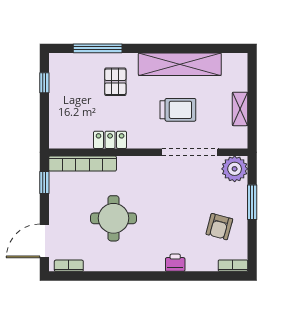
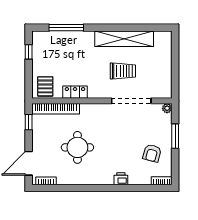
pallet: (115, 82) -> (45, 86), moved
shelving: (240, 109) -> (167, 70), removed
plant: (235, 169) -> (167, 108), width x0.53, depth x0.53

